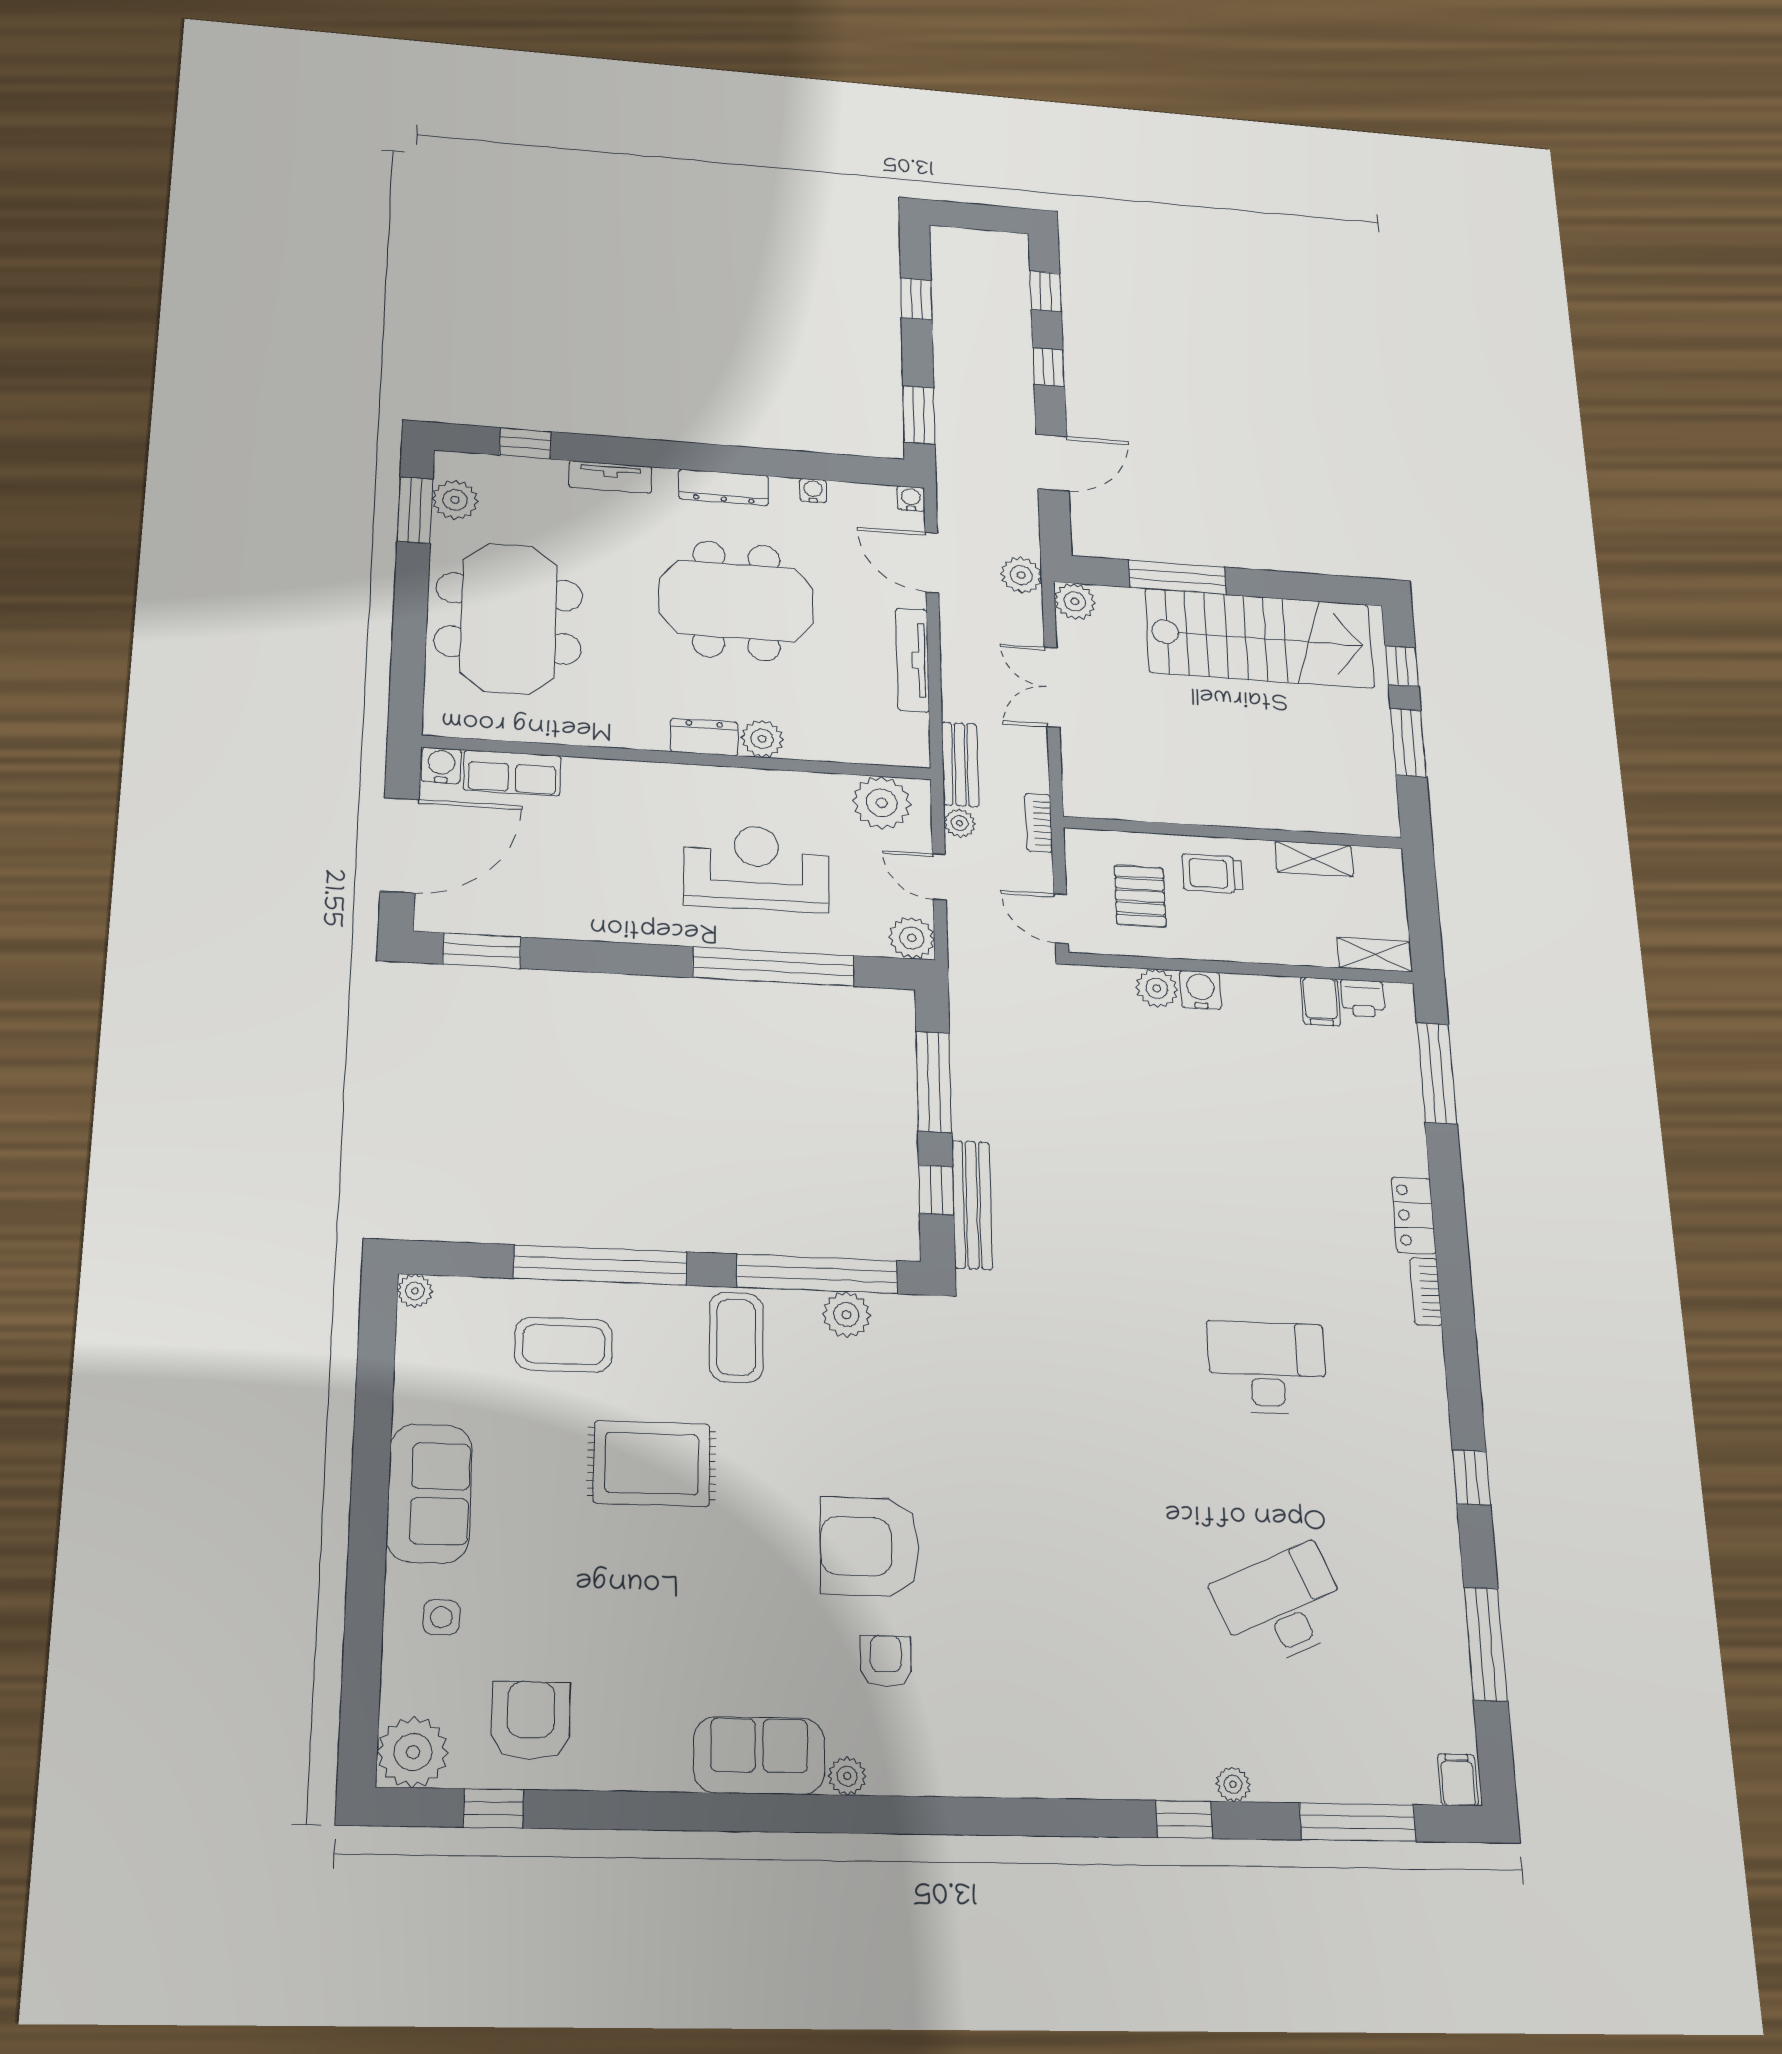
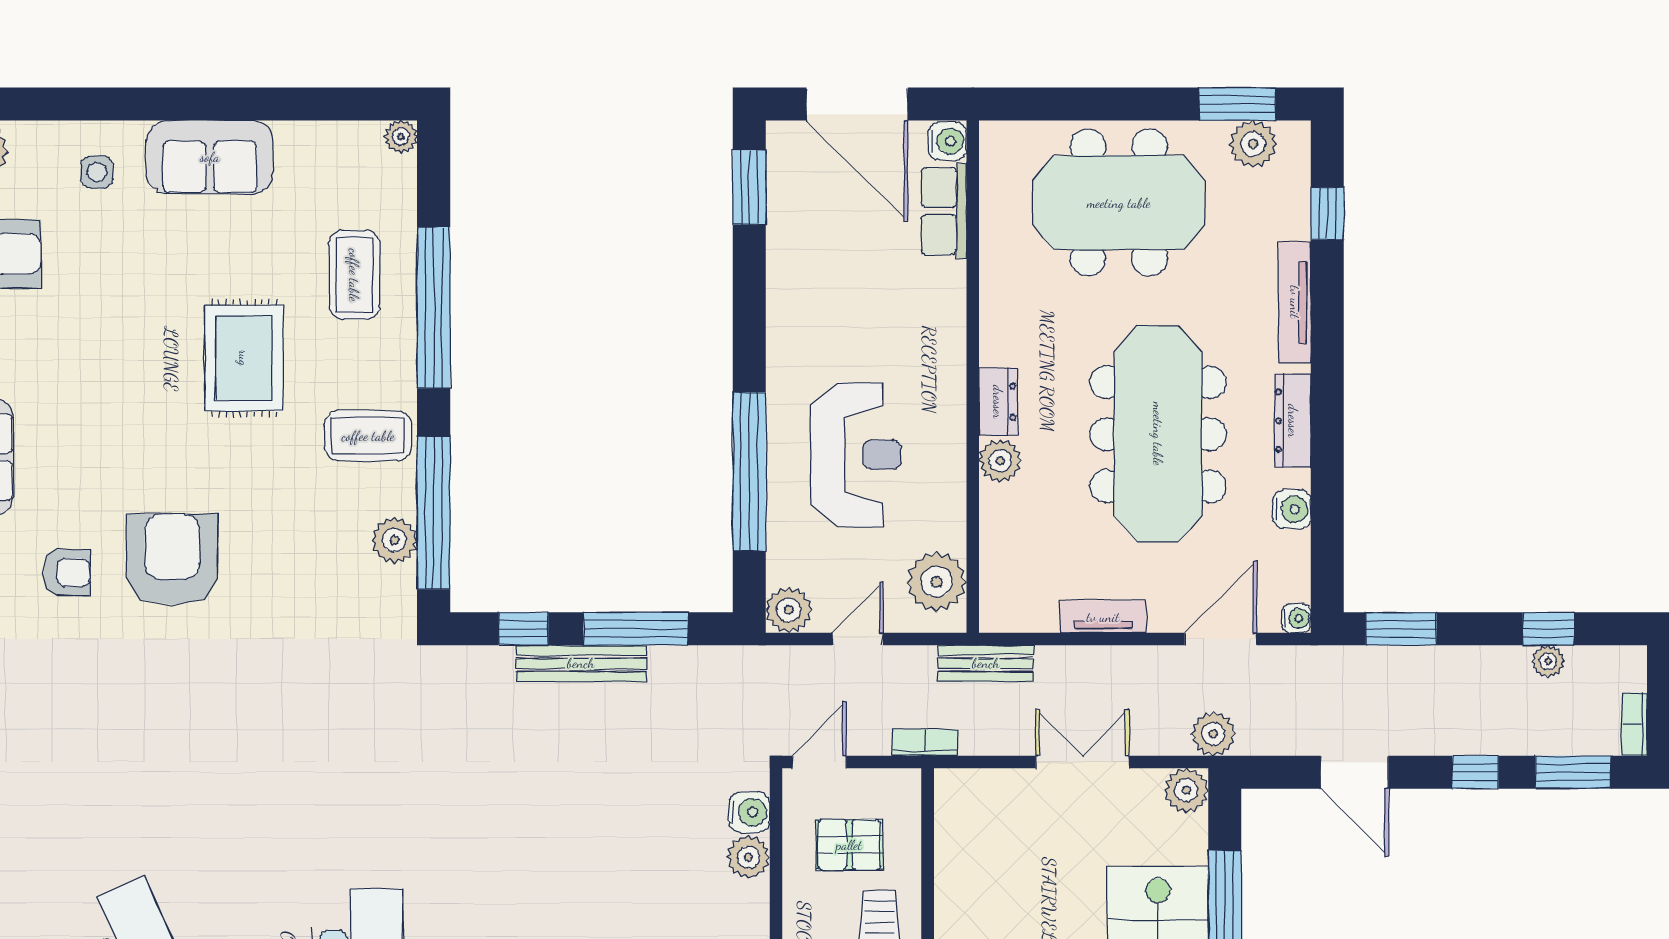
bookcase: (1001, 241) -> (1634, 724), added
window: (1046, 291) -> (1573, 772), width x1.50
tv unit: (610, 477) -> (1295, 302), width x1.41
water cooler: (813, 491) -> (1292, 509), width x1.38, depth x1.38
meeting table: (736, 601) -> (1158, 434), width x1.36
tv unit: (913, 660) -> (1103, 617), width x0.71
plant: (960, 823) -> (1548, 661), moved
water cooler: (1201, 990) -> (749, 812), moved
bench: (972, 1205) -> (581, 663), moved

